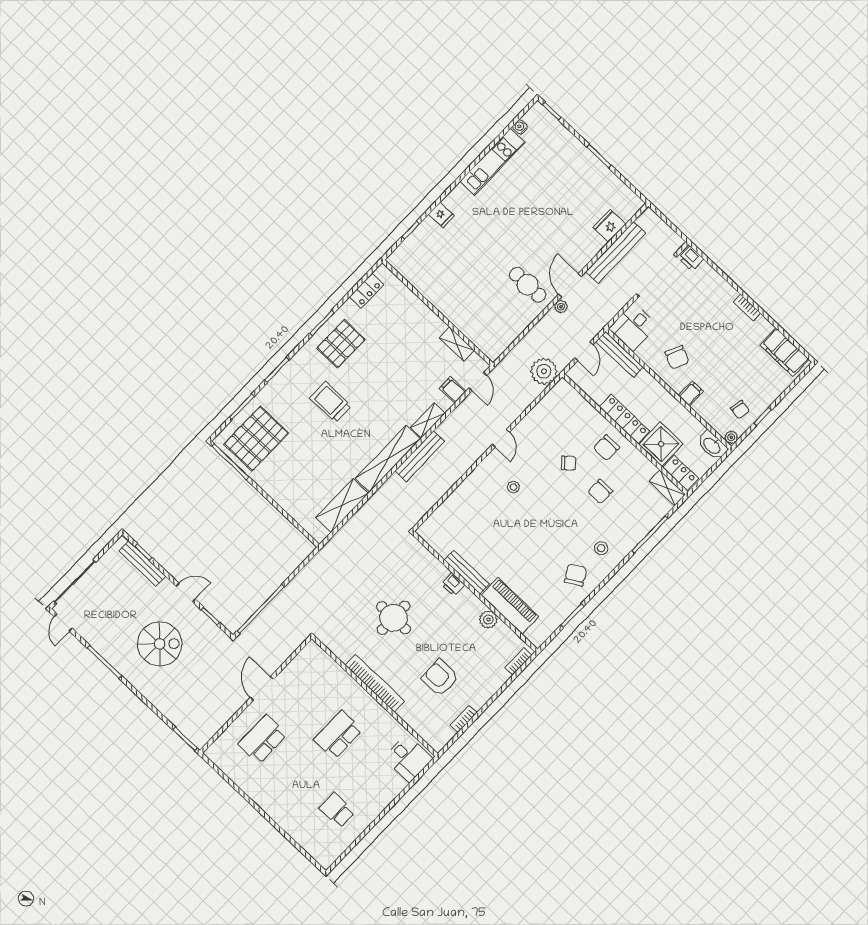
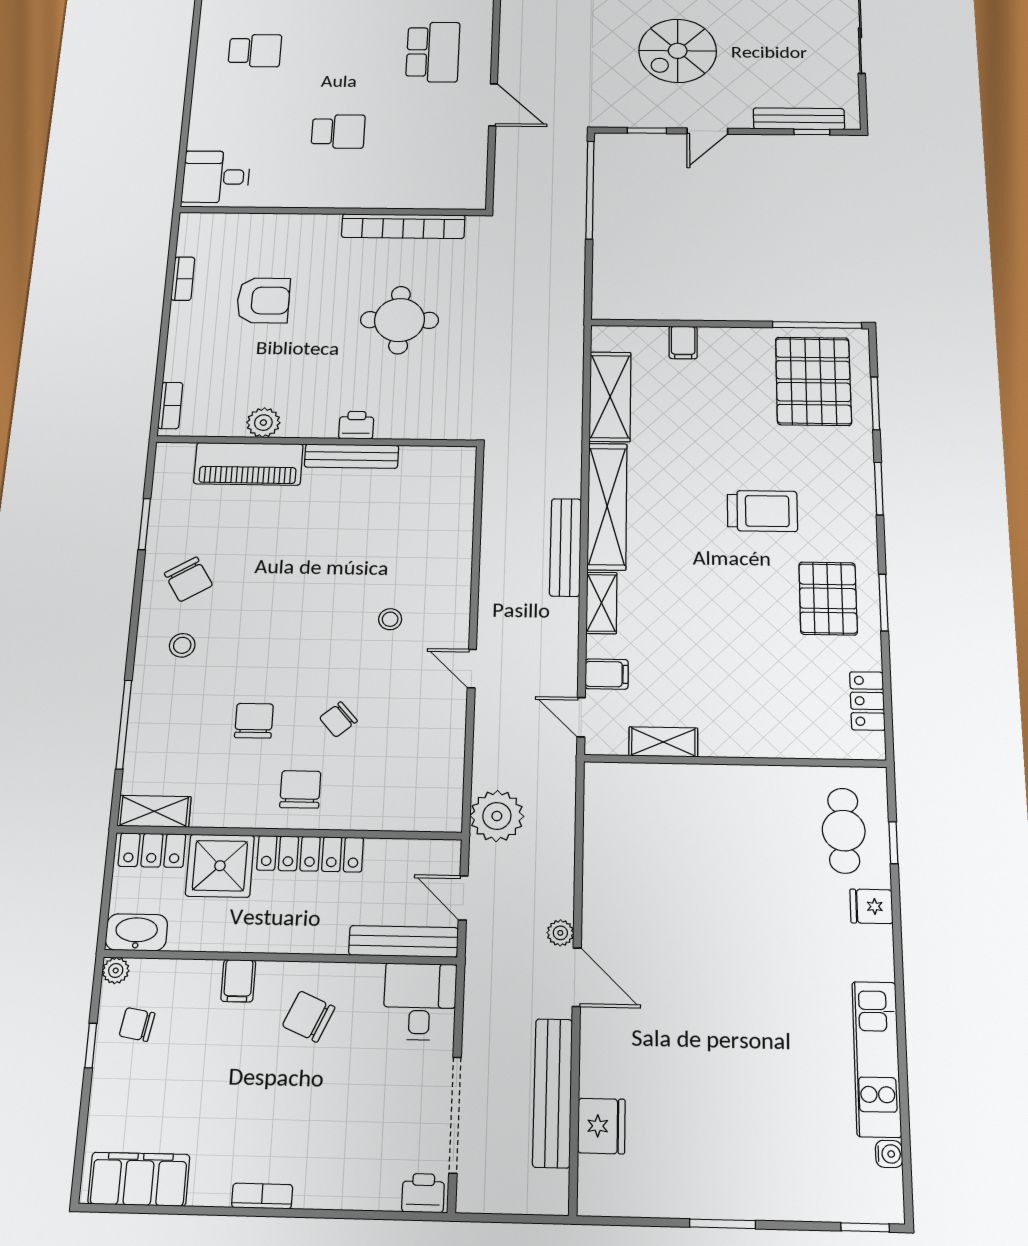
cafe table: (528, 285) -> (844, 831), moved, turned 90
filing cabinet: (291, 503) -> (683, 342), added
bookcase: (375, 683) -> (403, 226), moved
school desk: (338, 735) -> (338, 131), width x0.54

